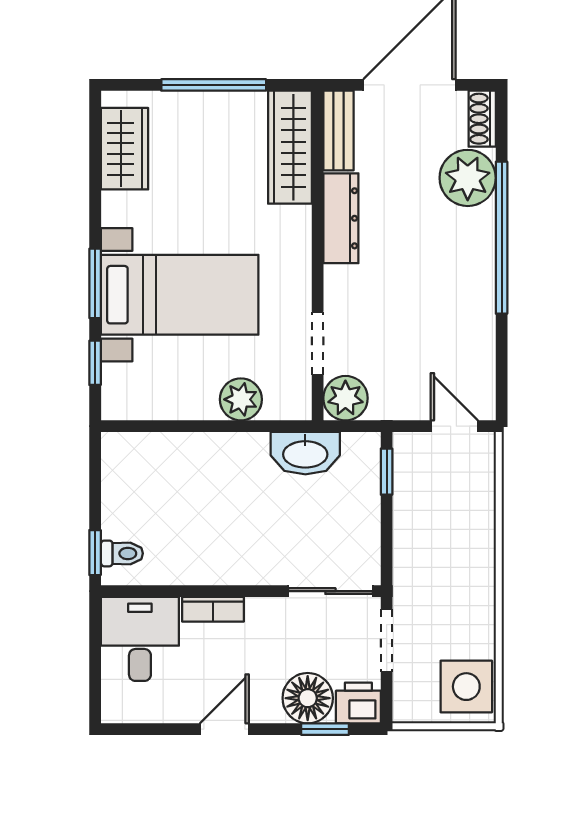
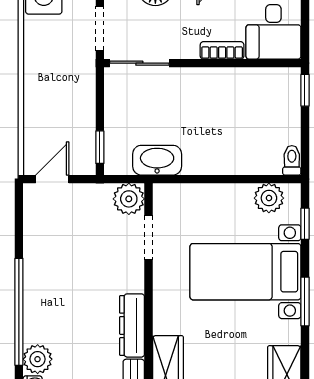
plant: (468, 178) -> (38, 359), width x0.73, depth x0.73
window: (95, 283) -> (305, 302), moved
plant: (241, 399) -> (269, 198), moved
door: (454, 426) -> (52, 179), swing flipped
toilet: (122, 553) -> (292, 160), moved, turned 90

